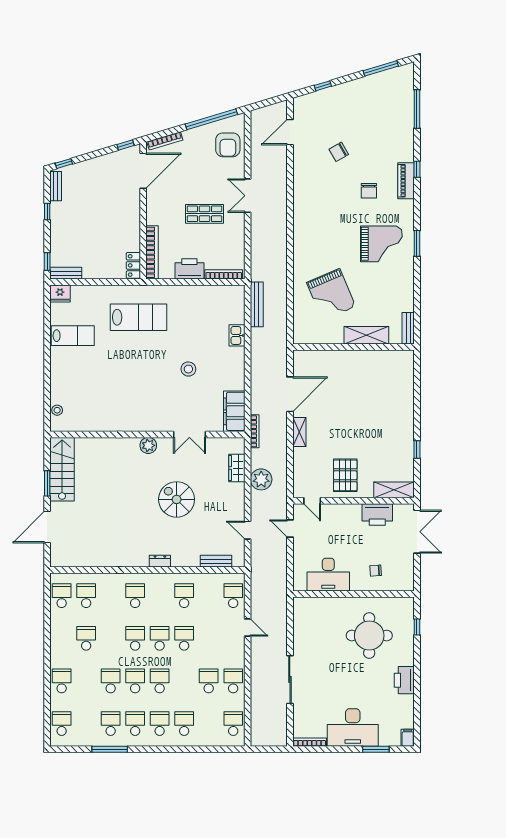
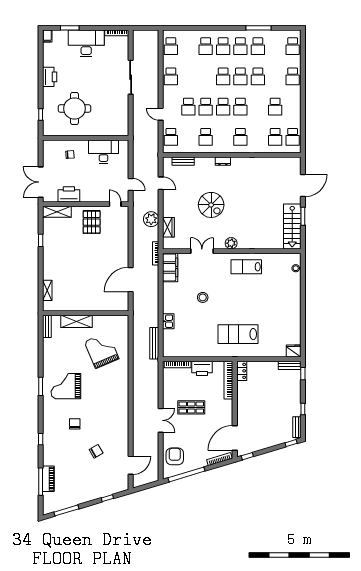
piano: (406, 181) -> (48, 479), moved
lab bench: (73, 336) -> (246, 267), moved
shelving: (299, 432) -> (47, 290), moved
school desk: (209, 681) -> (188, 107), moved

